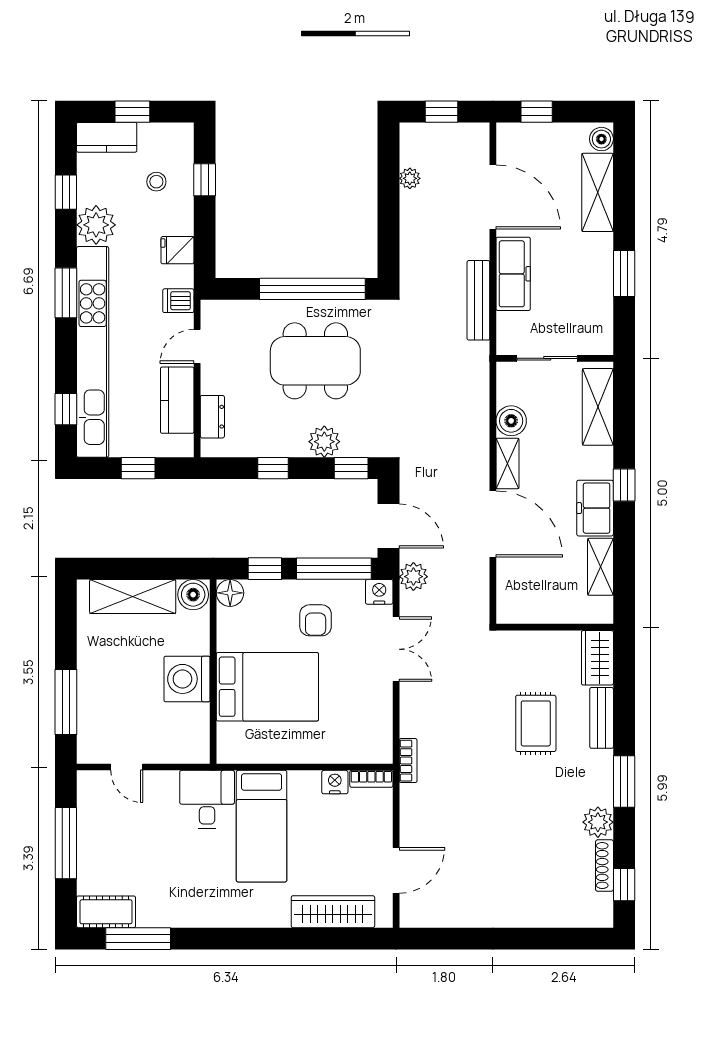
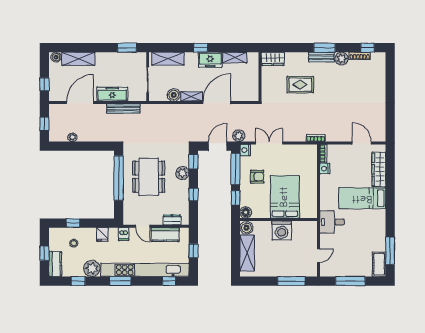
window: (624, 273) -> (127, 48), moved
bench: (602, 718) -> (321, 57), moved
bed: (262, 826) -> (362, 198), moved, turned 180

